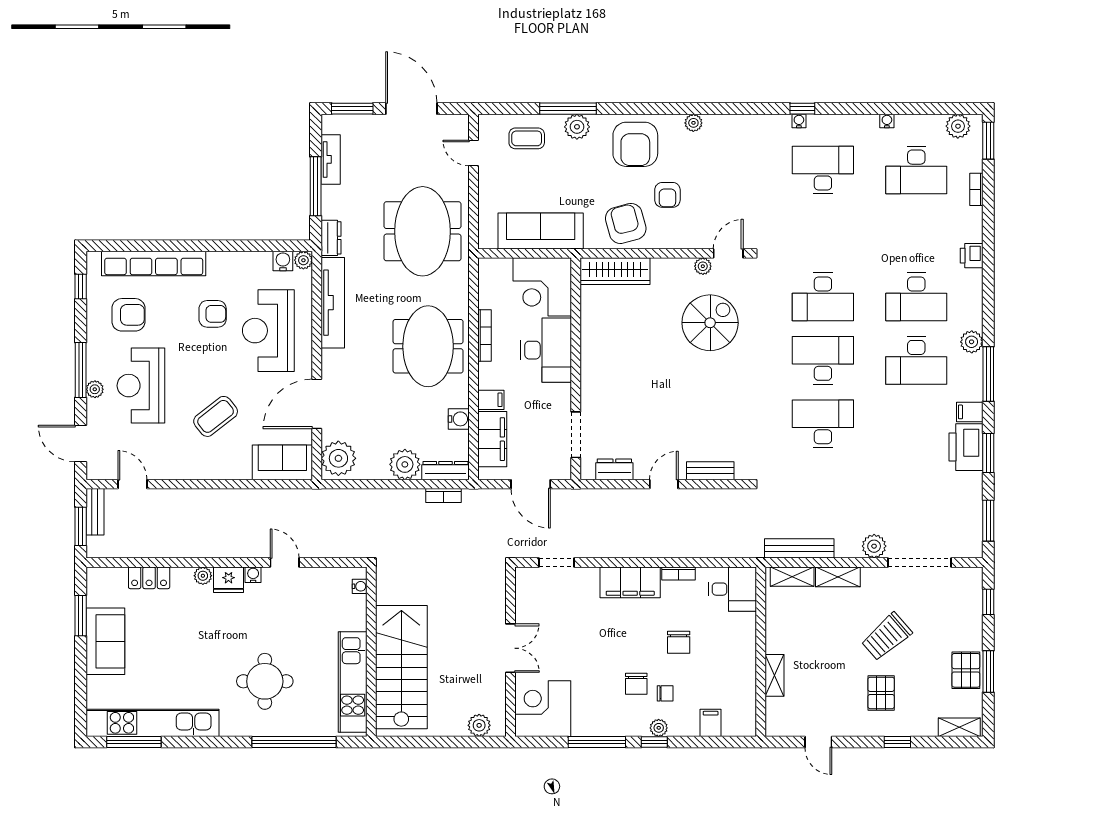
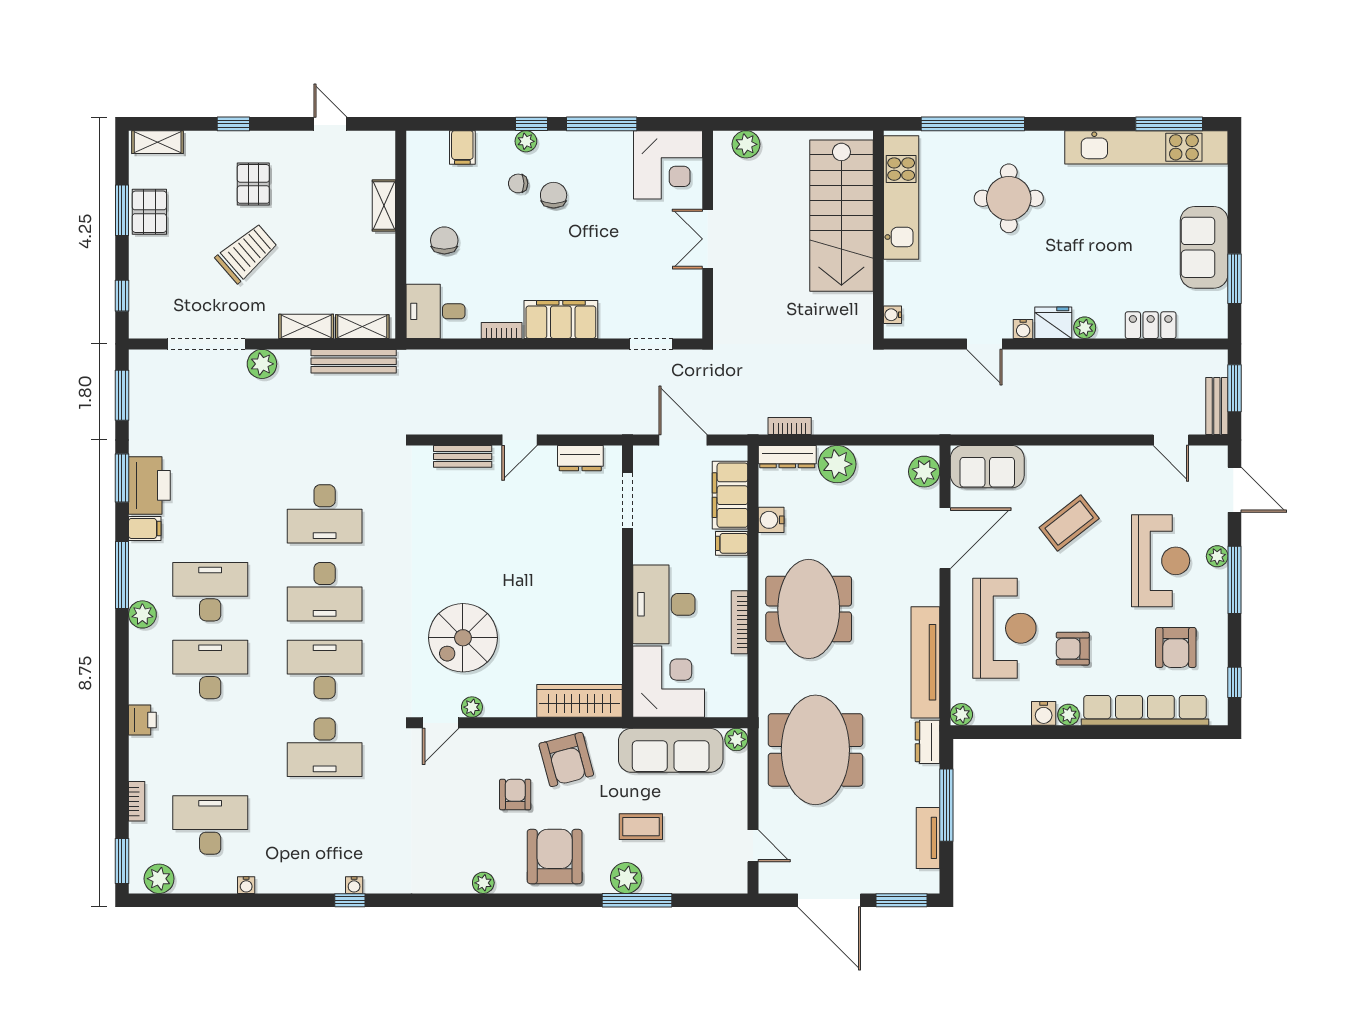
coffee table: (527, 138) -> (641, 827), moved
desk: (823, 170) -> (325, 747), moved
plant: (487, 240) -> (736, 739), added
plant: (216, 260) -> (1068, 715), added
water cooler: (283, 261) -> (1044, 713), moved
armchair: (128, 315) -> (1176, 647), turned -90
plant: (338, 458) -> (924, 472), width x0.73, depth x0.73
chair: (679, 642) -> (444, 240), moved

